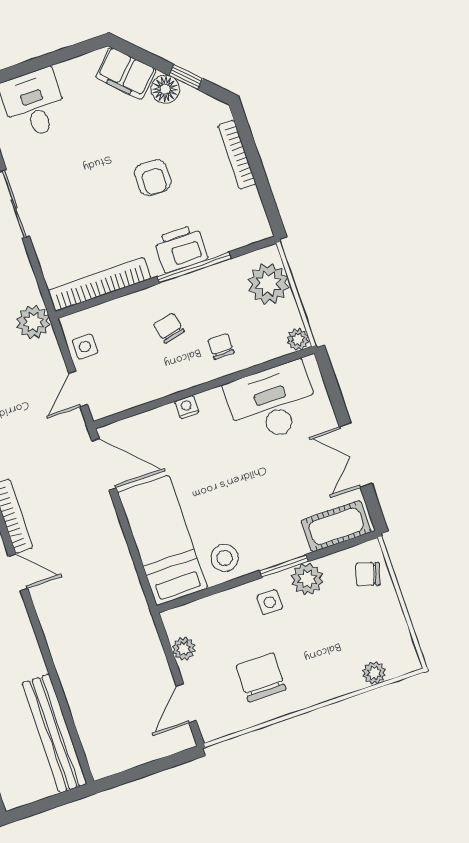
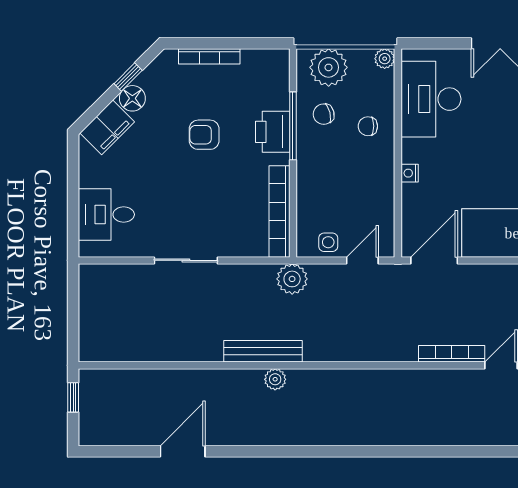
armchair: (153, 178) -> (204, 135), turned 180
chair: (169, 328) -> (324, 114), moved
door: (78, 389) -> (362, 260), swing flipped

